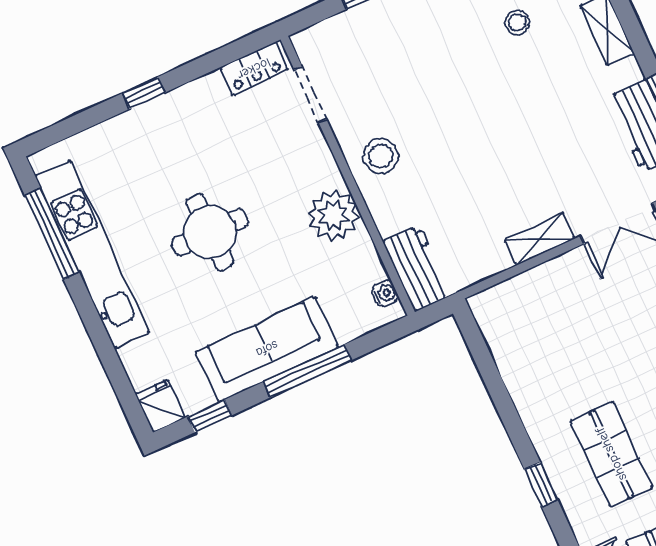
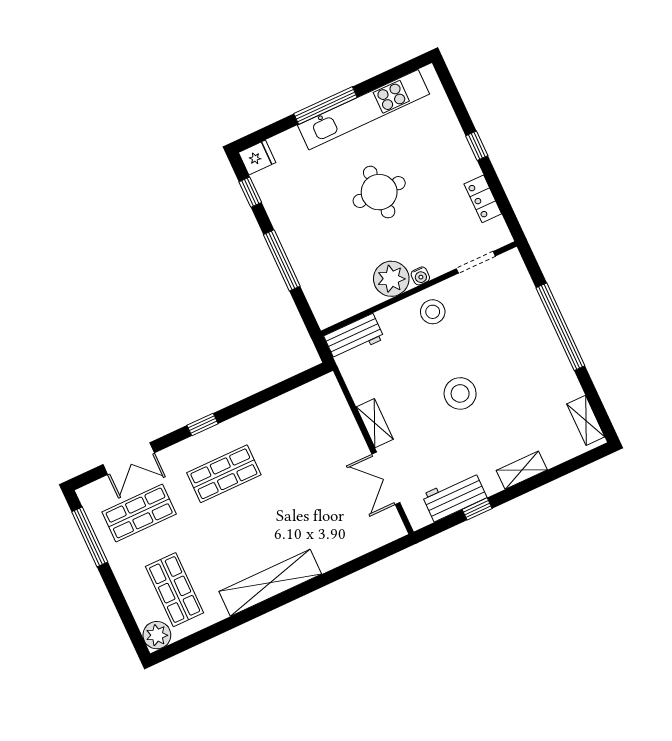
stool: (517, 23) -> (460, 393), moved, width x1.89, depth x1.89
locker: (254, 69) -> (483, 199), moved
window: (52, 234) -> (325, 106), moved
water cooler: (385, 293) -> (420, 276), moved
sofa: (267, 349) -> (297, 232), removed

